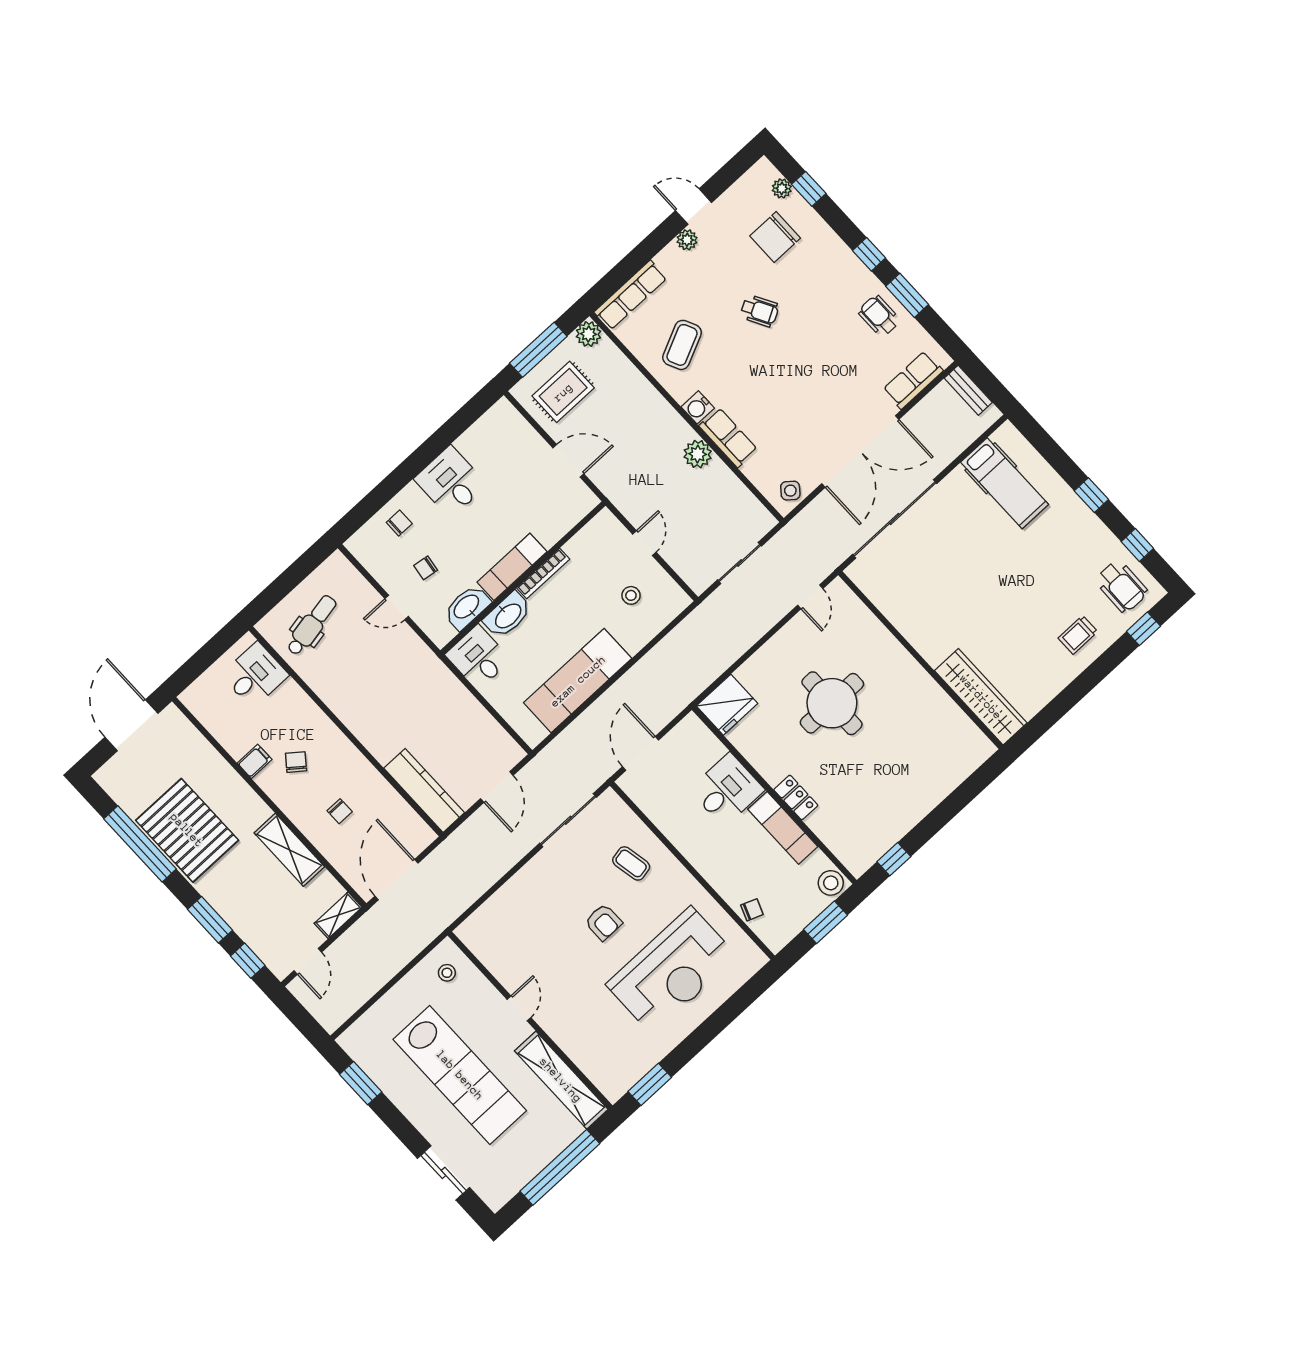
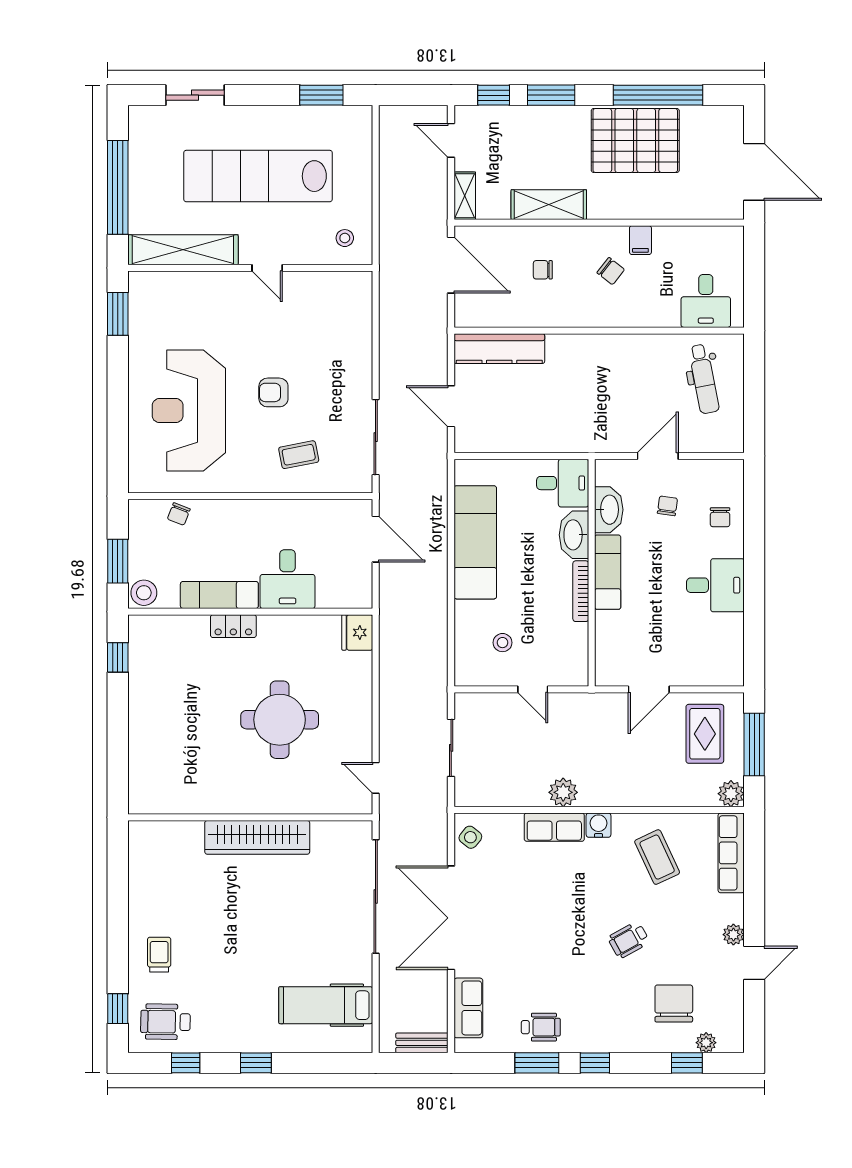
door: (397, 607) -> (658, 456), width x1.38
wardrobe: (981, 697) -> (257, 837), moved
fridge: (727, 705) -> (357, 632), width x0.73, depth x0.75

